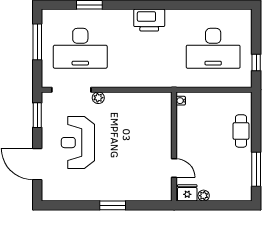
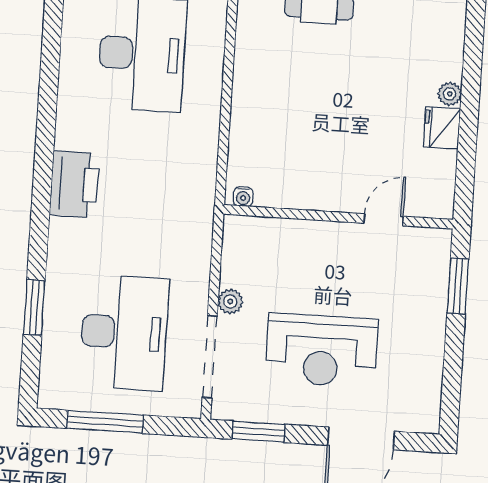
water cooler: (181, 101) -> (243, 197), moved
wall: (174, 147) -> (338, 217), moved
door: (174, 168) -> (384, 220), moved

